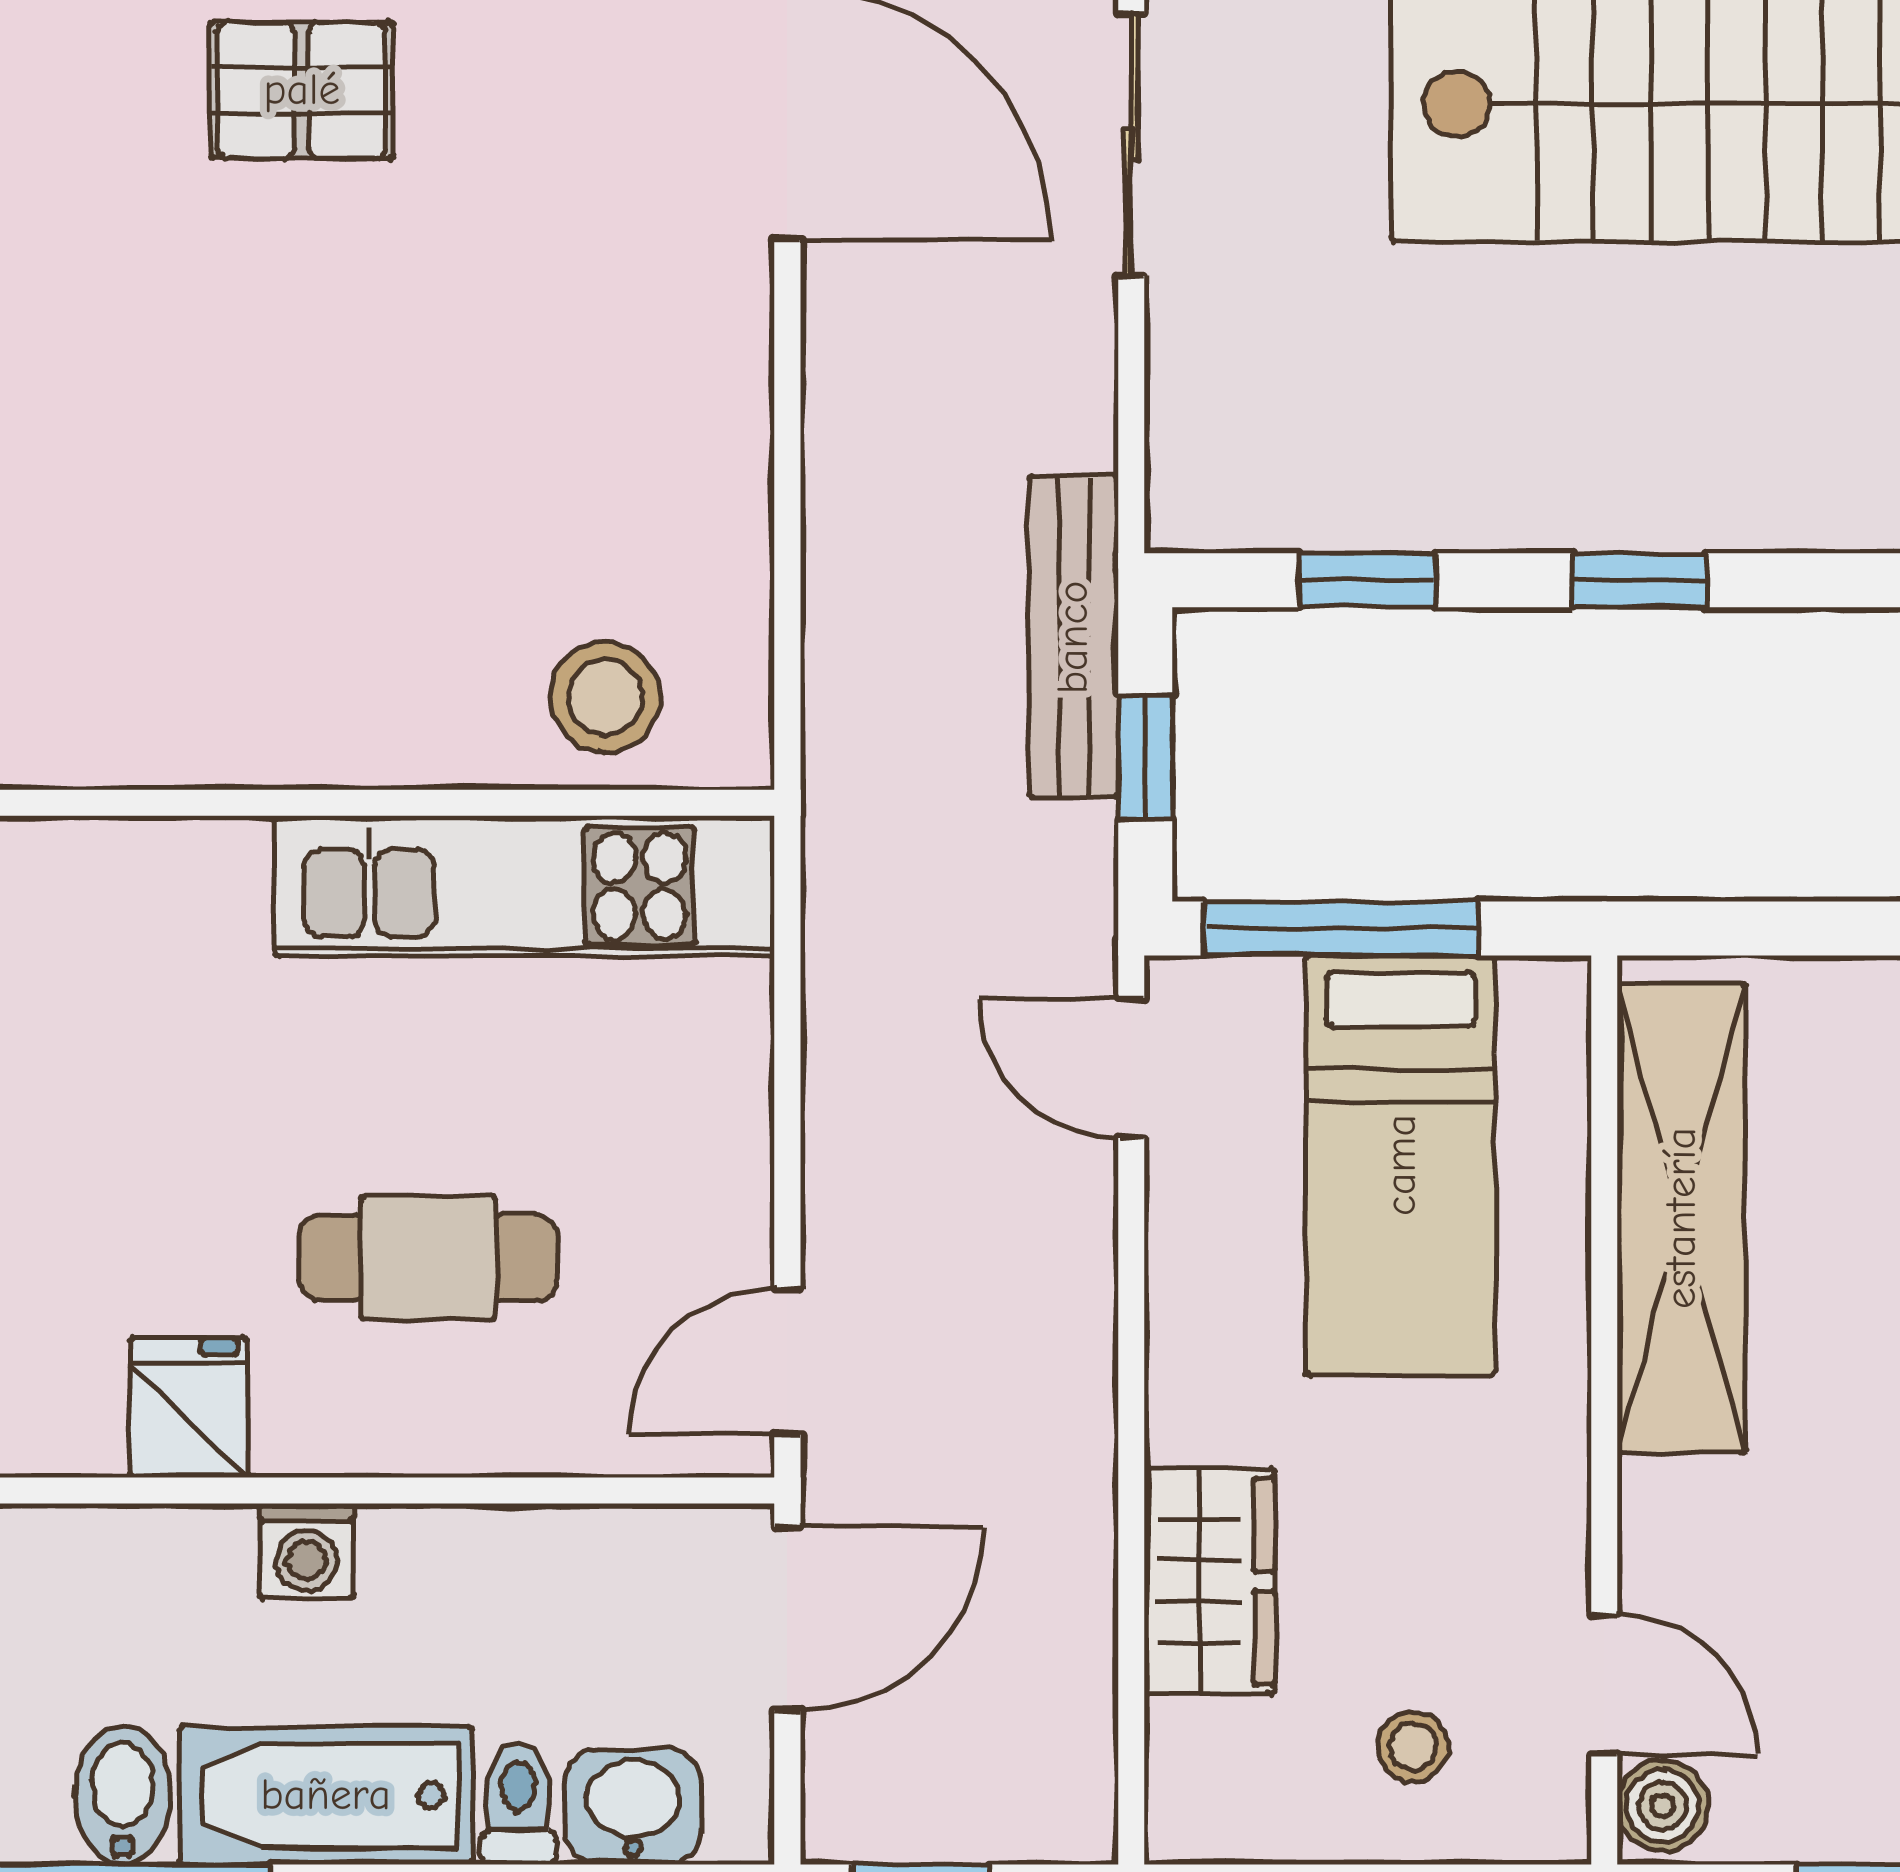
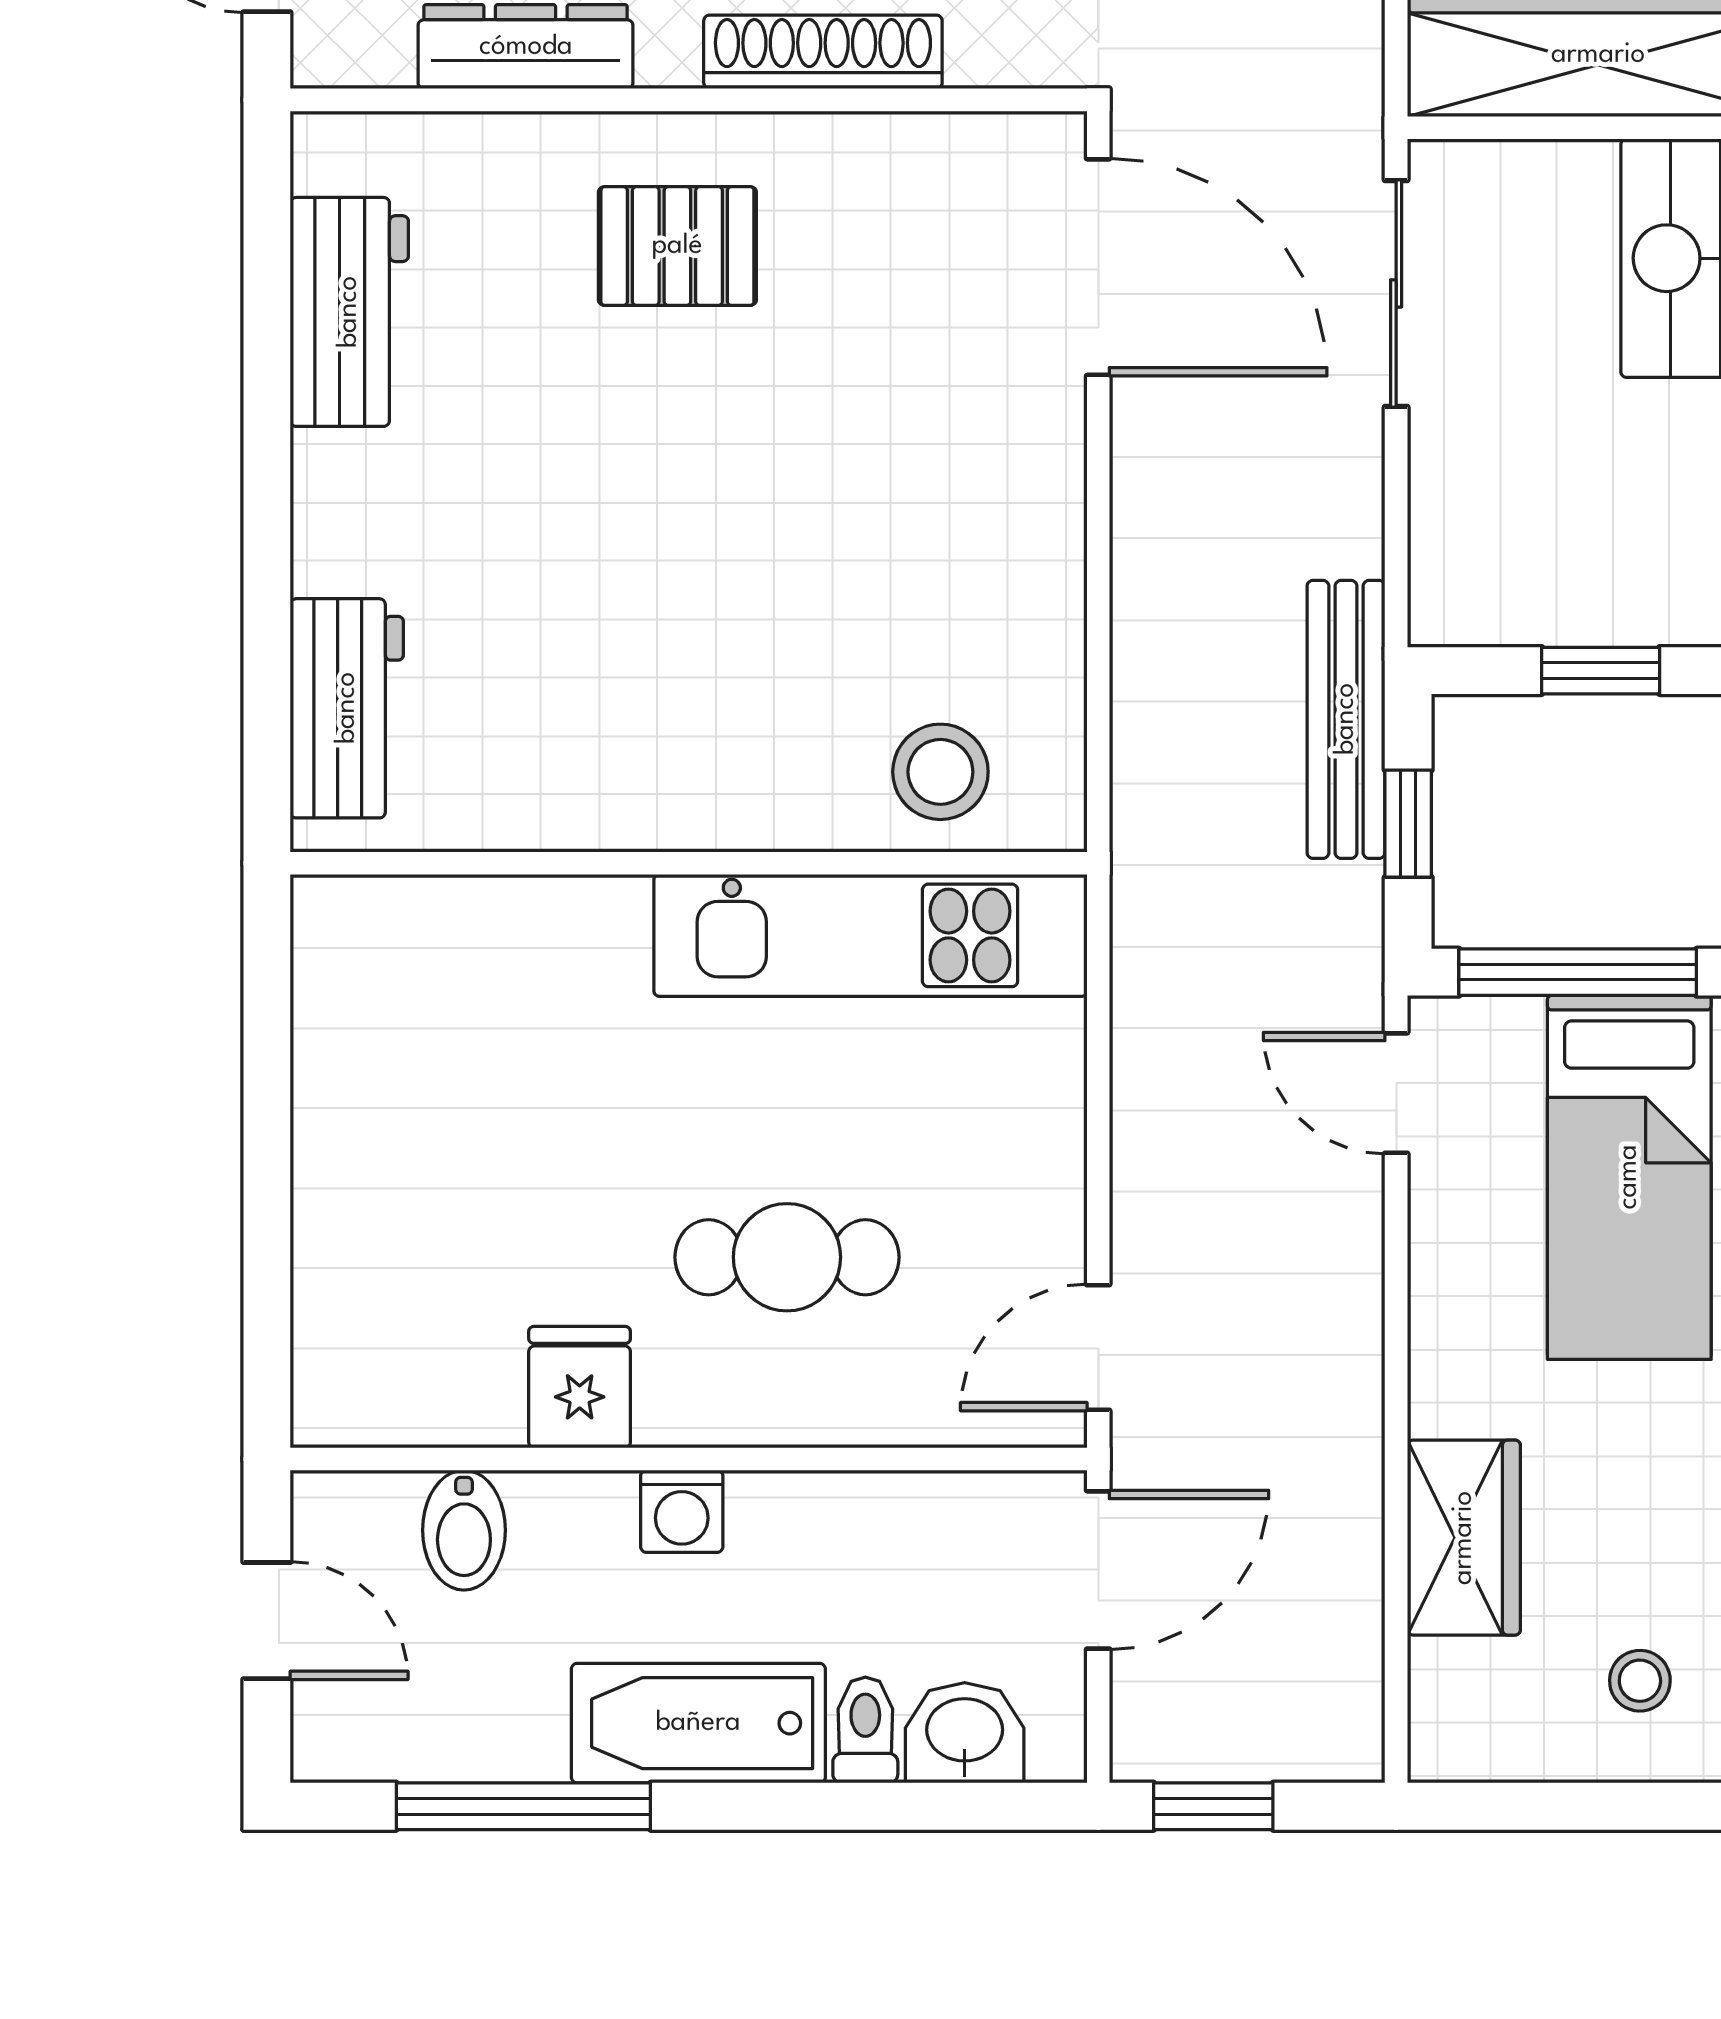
bidet: (123, 1795) -> (464, 1530), moved, turned 180

